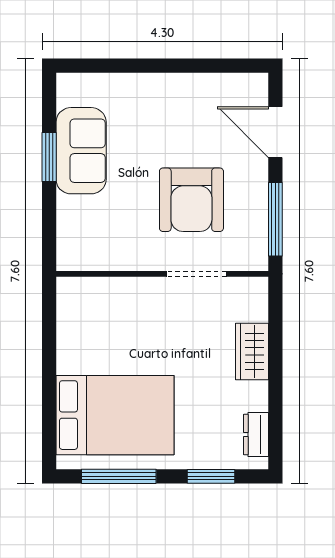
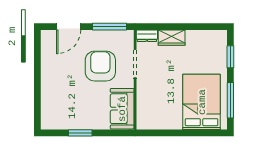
sofa: (81, 151) -> (122, 109), moved, turned -90
armchair: (191, 200) -> (100, 66), turned -90
dresser: (256, 435) -> (147, 36), moved

